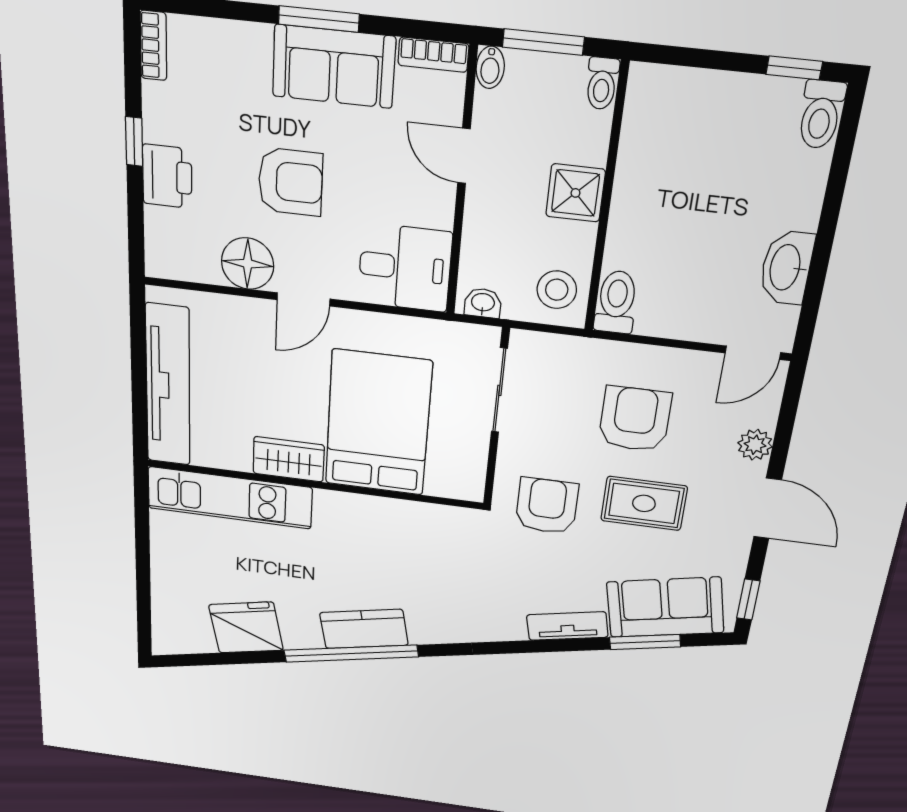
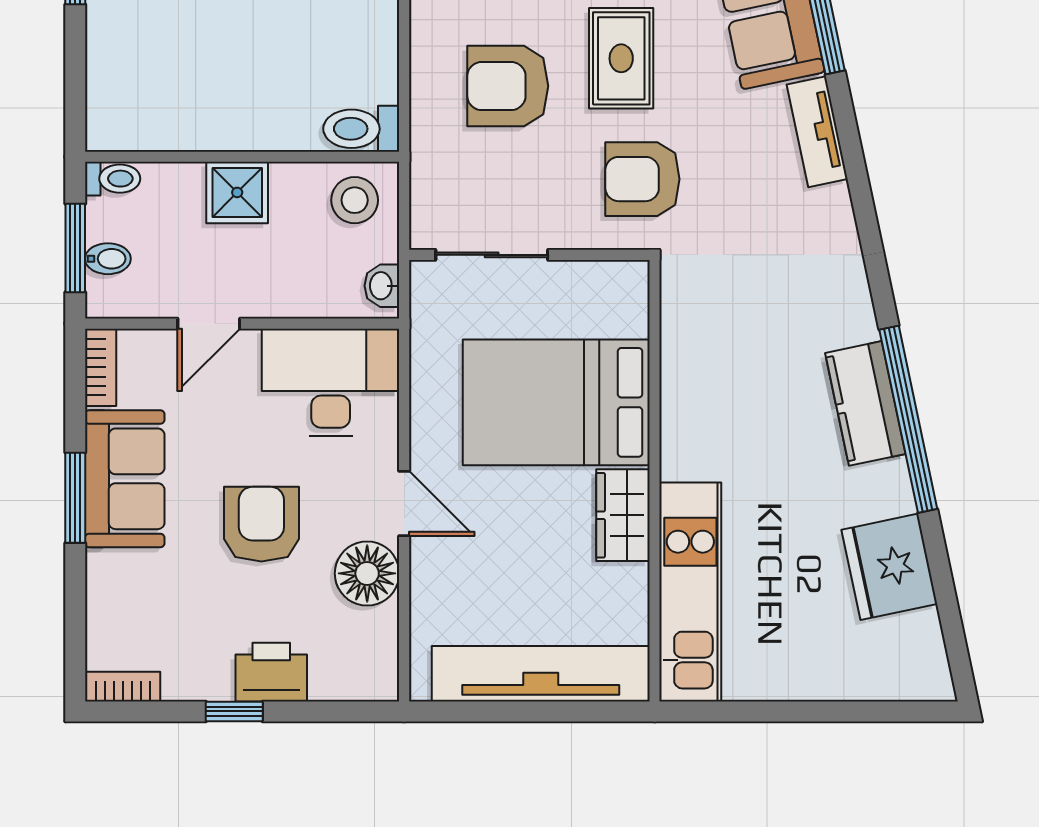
bidet: (490, 67) -> (108, 259), moved
desk: (405, 268) -> (331, 382), width x1.37

